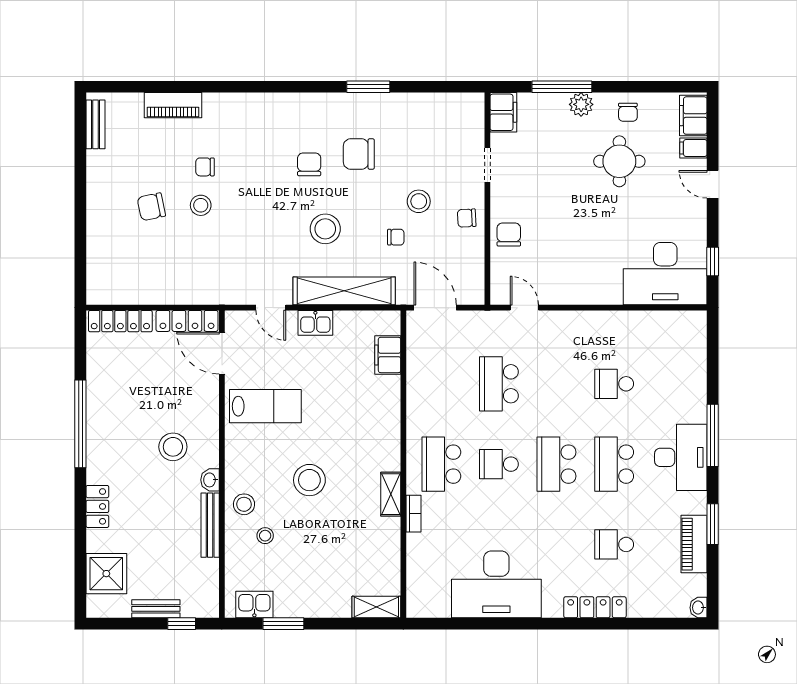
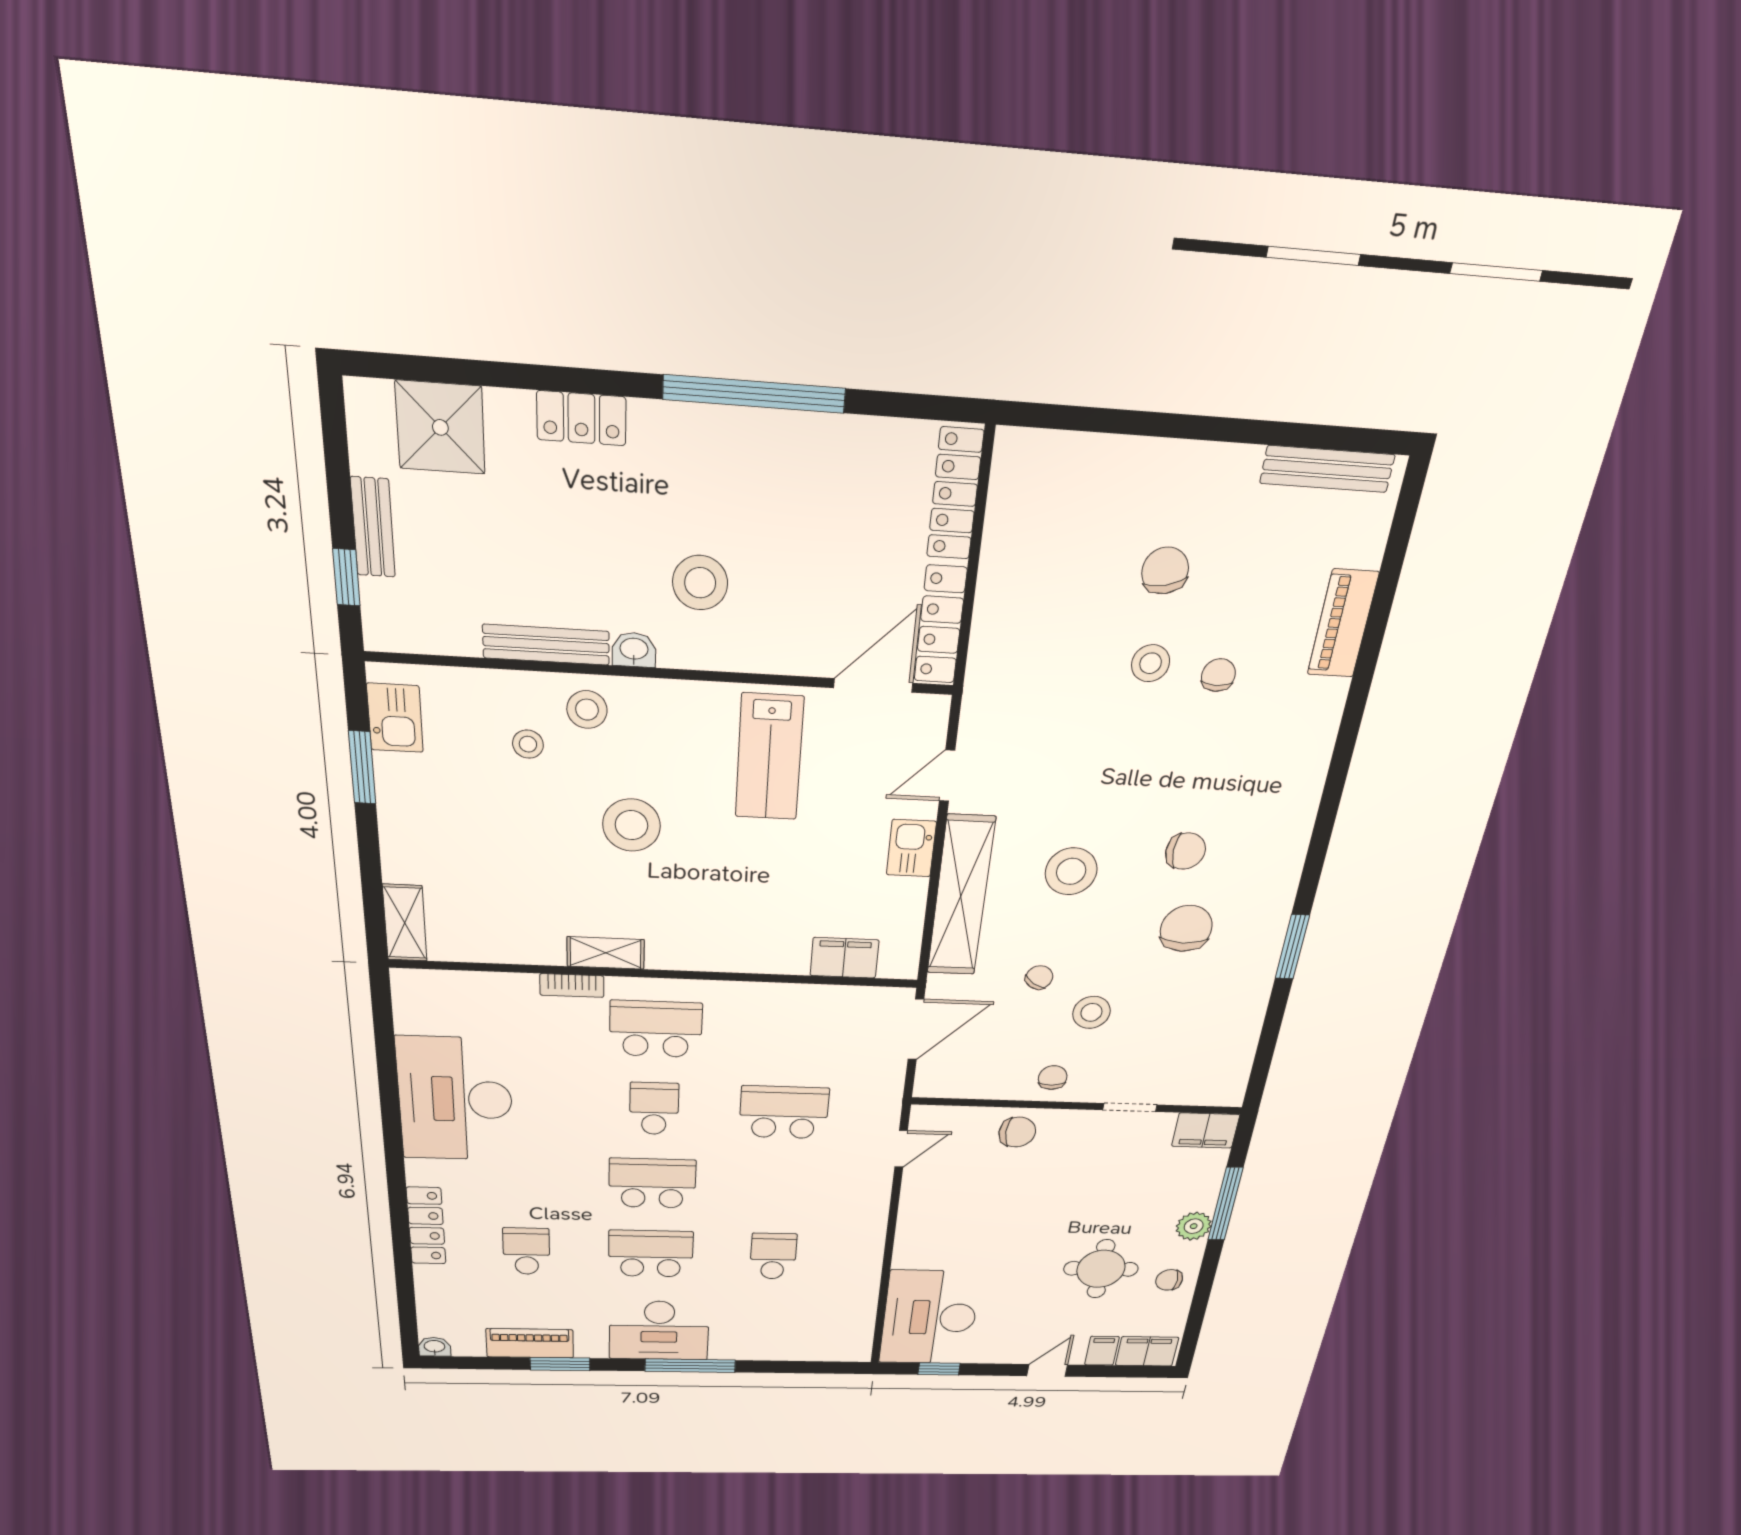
bench: (95, 124) -> (1327, 469), width x1.36
chair: (396, 237) -> (1039, 977), turned -147

